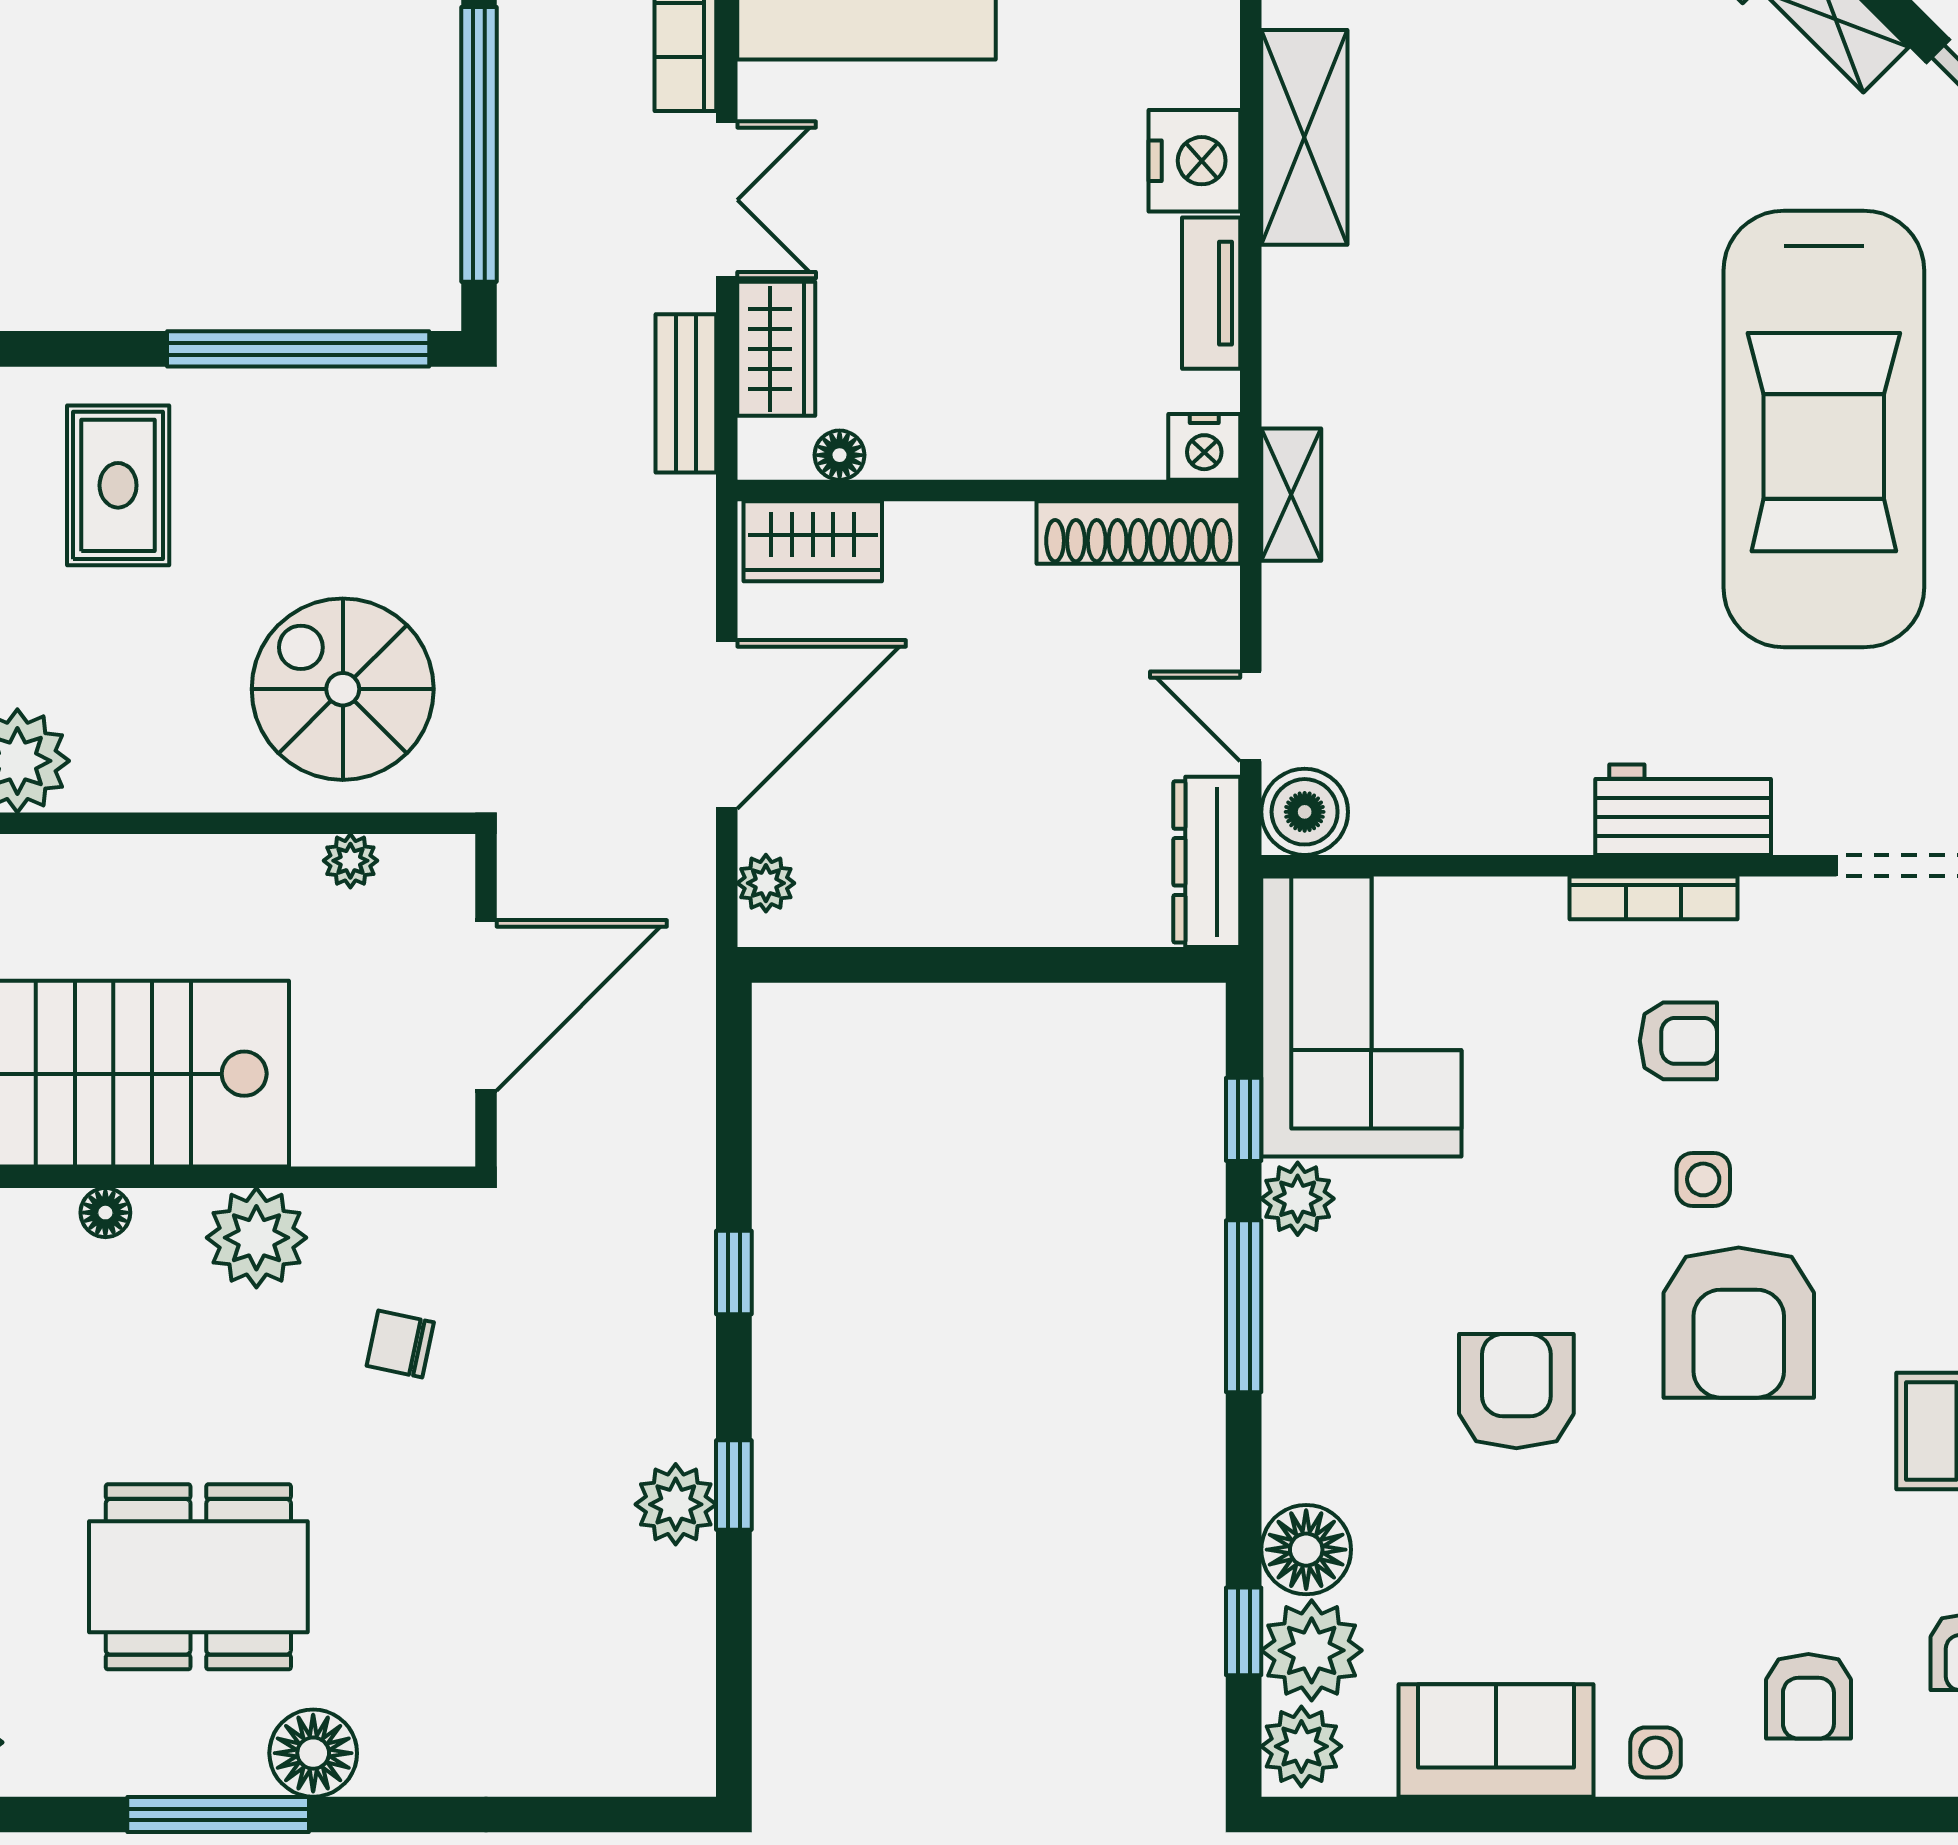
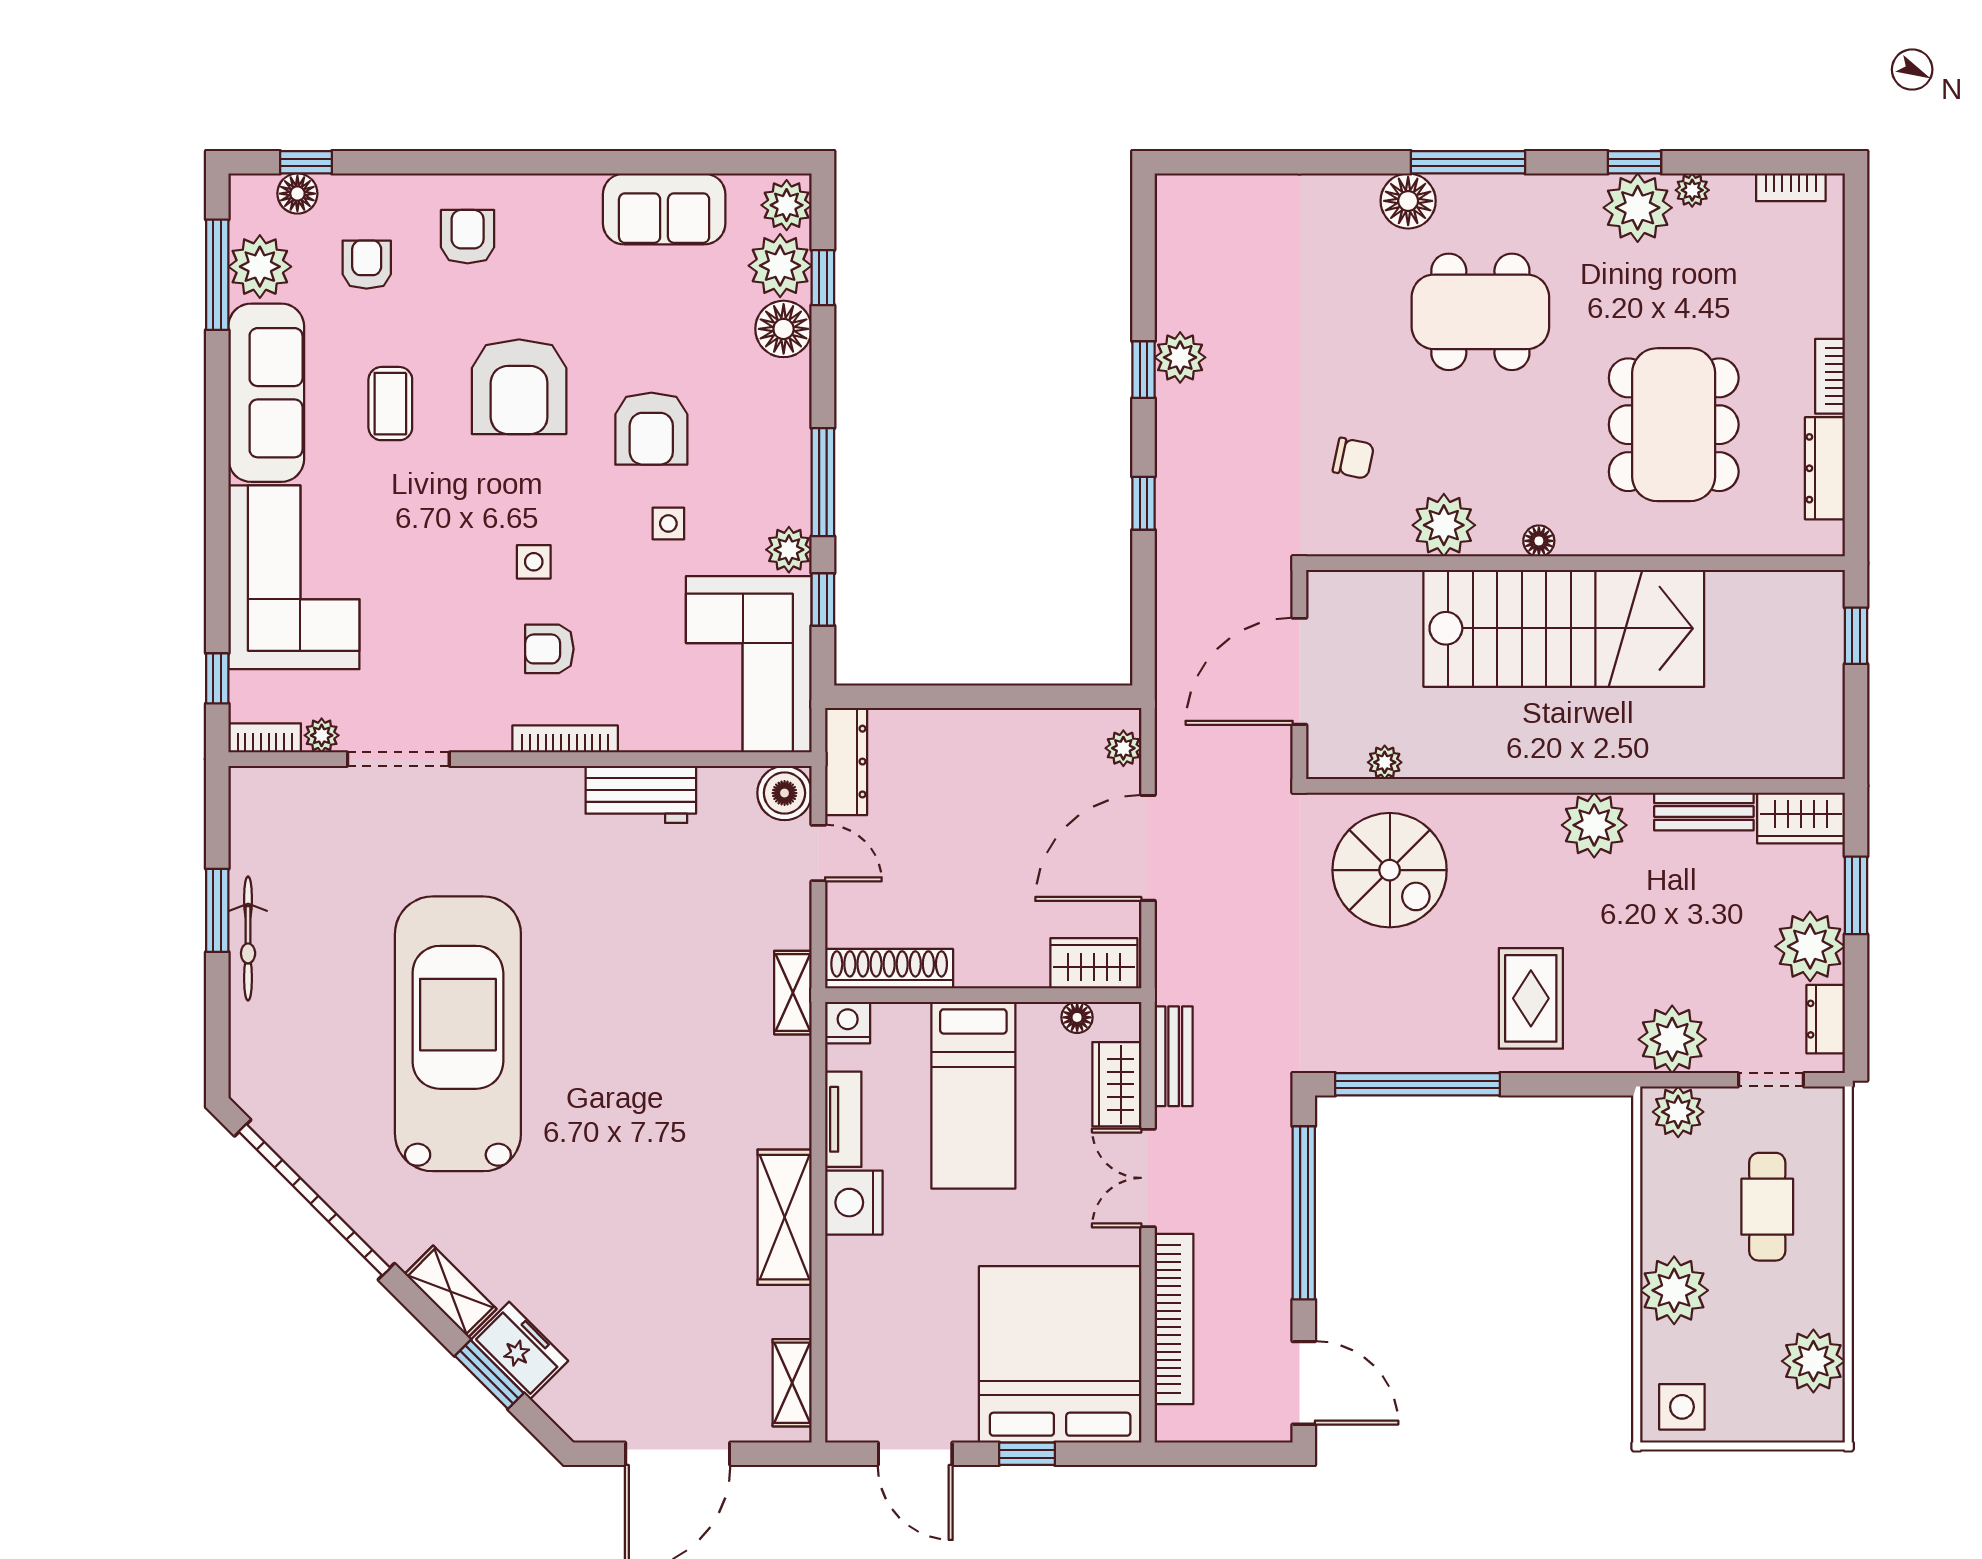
bed: (1004, 331) -> (973, 1095), added
workbench: (1683, 810) -> (641, 794), moved
armchair: (1739, 1323) -> (519, 387), moved, turned 180
side table: (1656, 1752) -> (668, 523), moved

